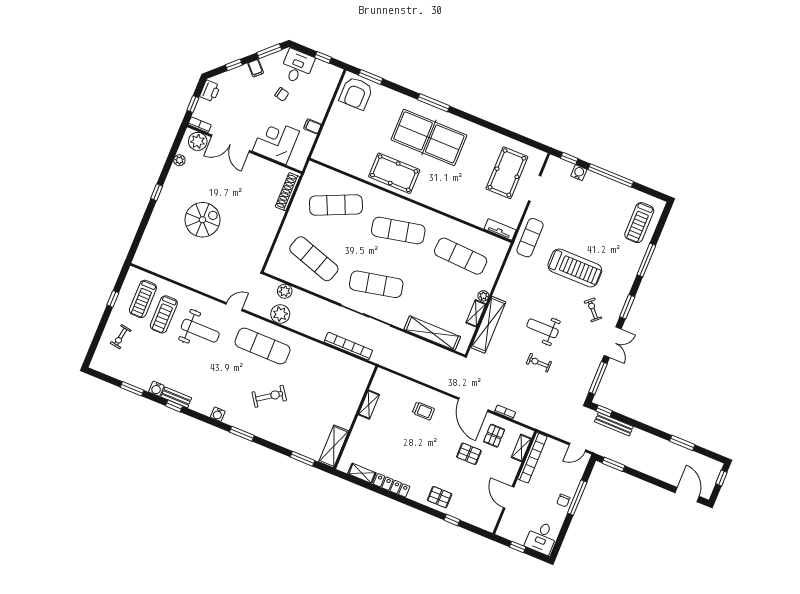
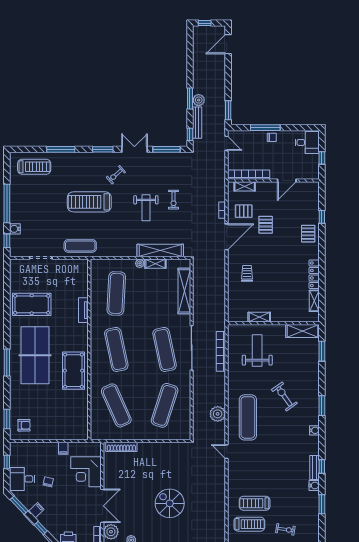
armchair: (356, 93) -> (24, 425), width x0.53, depth x0.53
pool table: (507, 173) -> (32, 304), moved
tv unit: (500, 229) -> (83, 310), moved
treadmill: (575, 268) -> (89, 202), turned -90
plant: (285, 291) -> (199, 100), moved
treadmill: (164, 314) -> (255, 503), turned 180
weight bench: (200, 331) -> (257, 351), moved
window: (682, 443) -> (190, 99), moved

